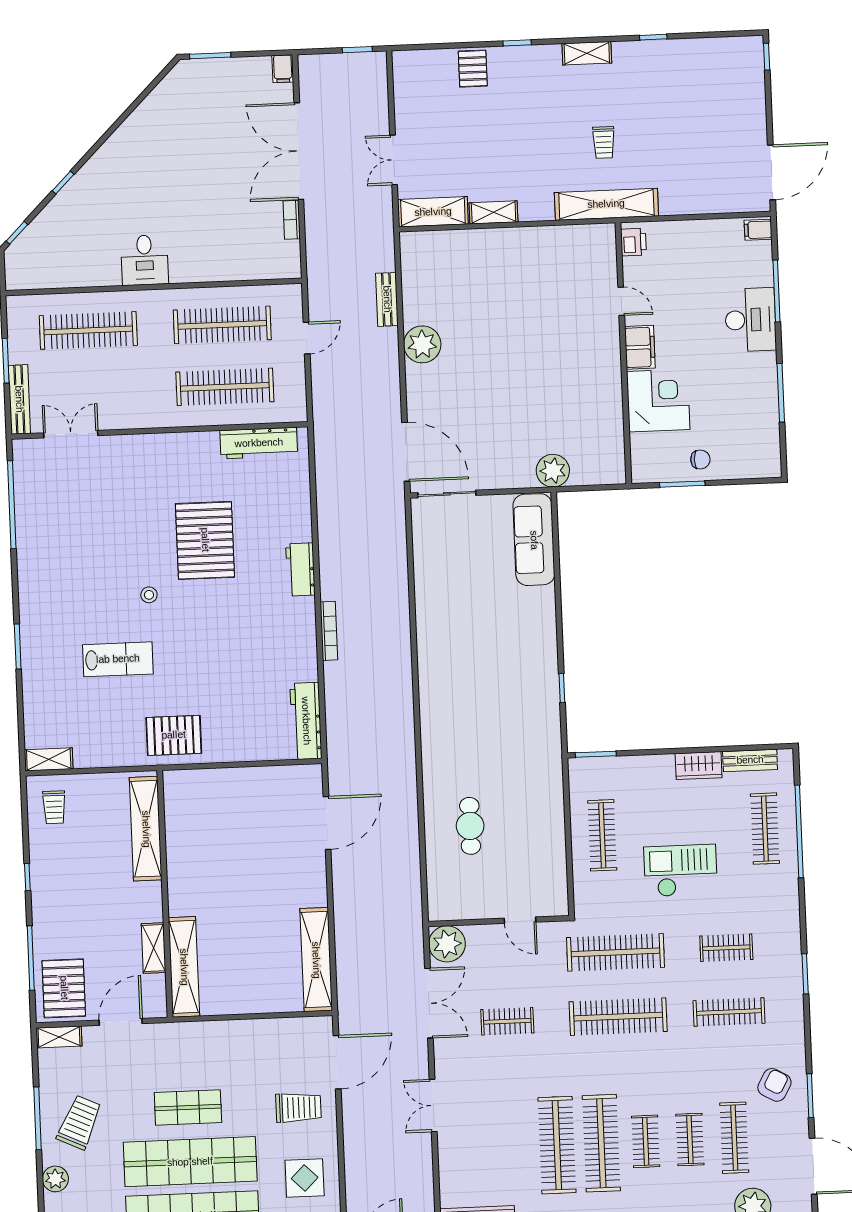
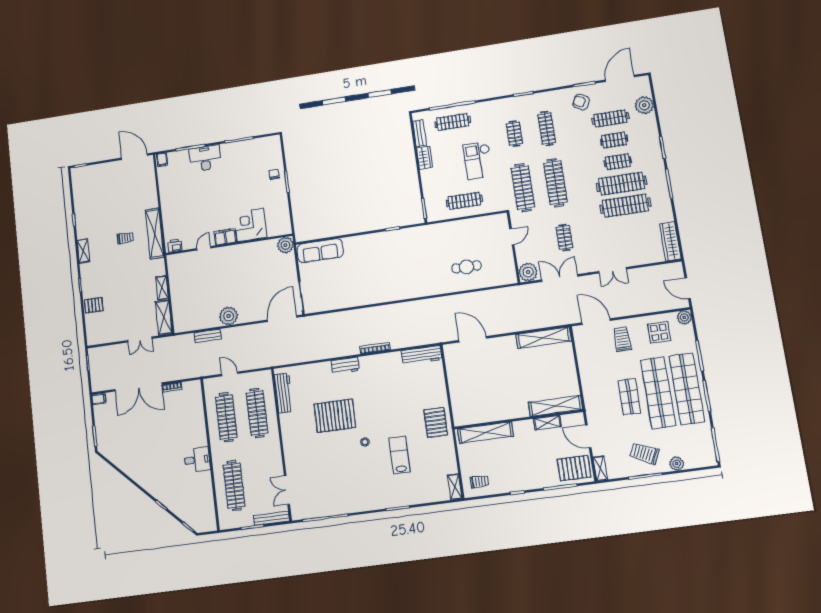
printer: (633, 242) -> (175, 246), moved
door: (621, 301) -> (204, 248), moved
filing cabinet: (640, 347) -> (225, 237), moved
wall: (623, 353) -> (229, 244), moved
corner desk: (658, 400) -> (250, 225), moved

